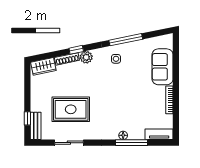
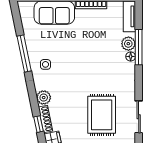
window: (76, 50) -> (39, 124), moved
plant: (135, 133) -> (128, 44), added

